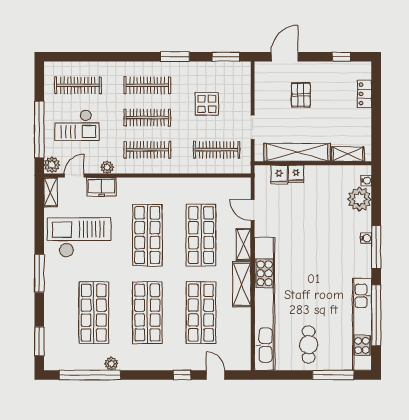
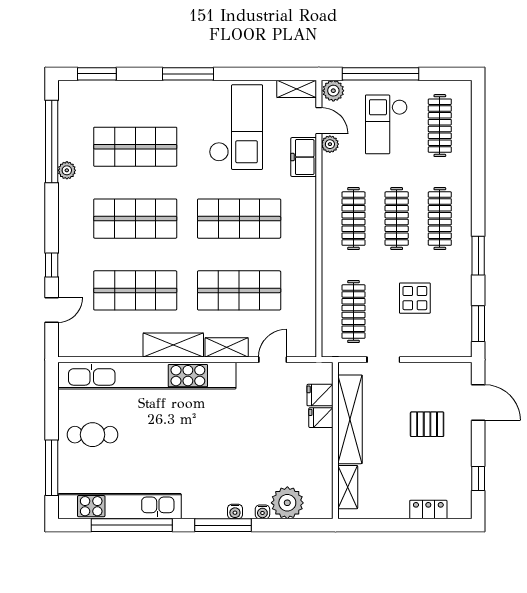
plant: (107, 167) -> (330, 144), moved
water cooler: (366, 181) -> (262, 512), moved

